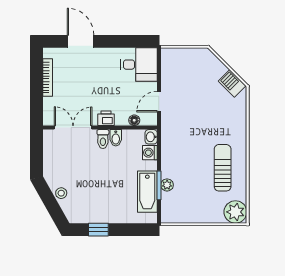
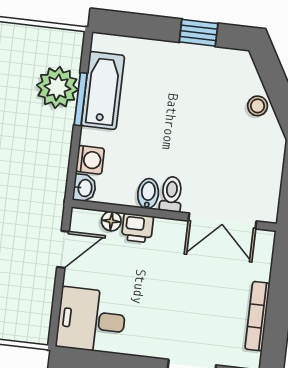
printer: (106, 118) -> (137, 228), moved
plant: (167, 185) -> (57, 87), width x1.88, depth x1.88

